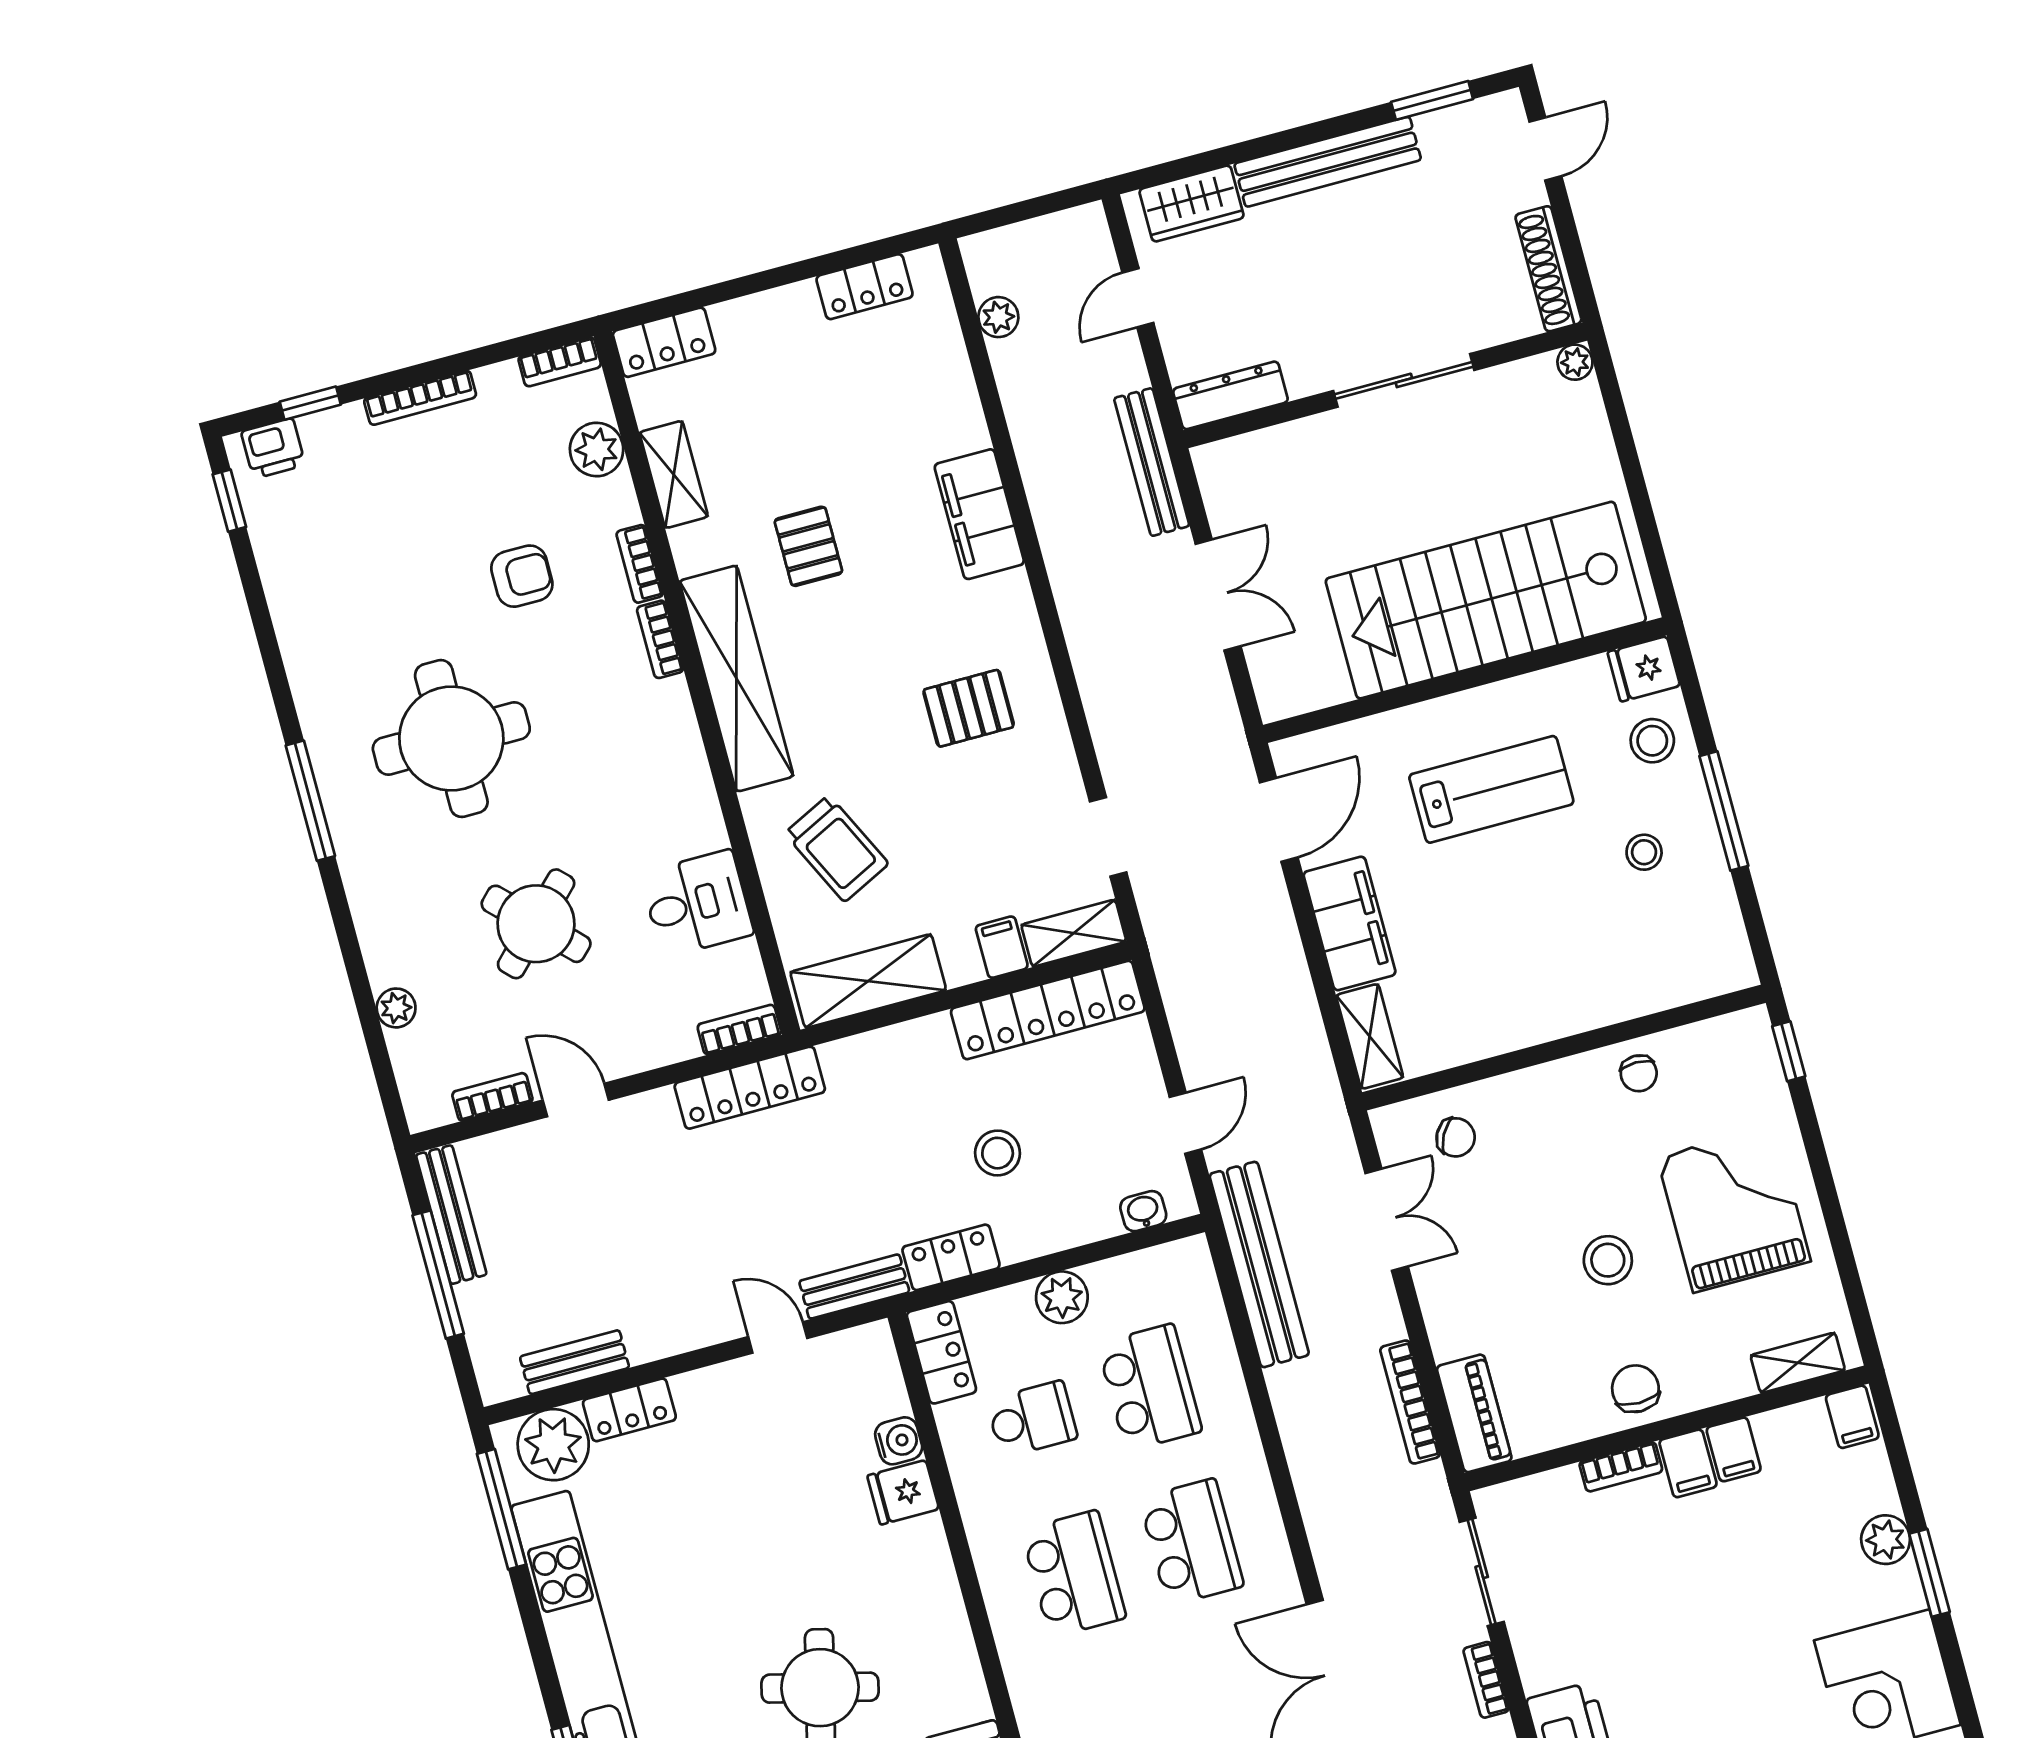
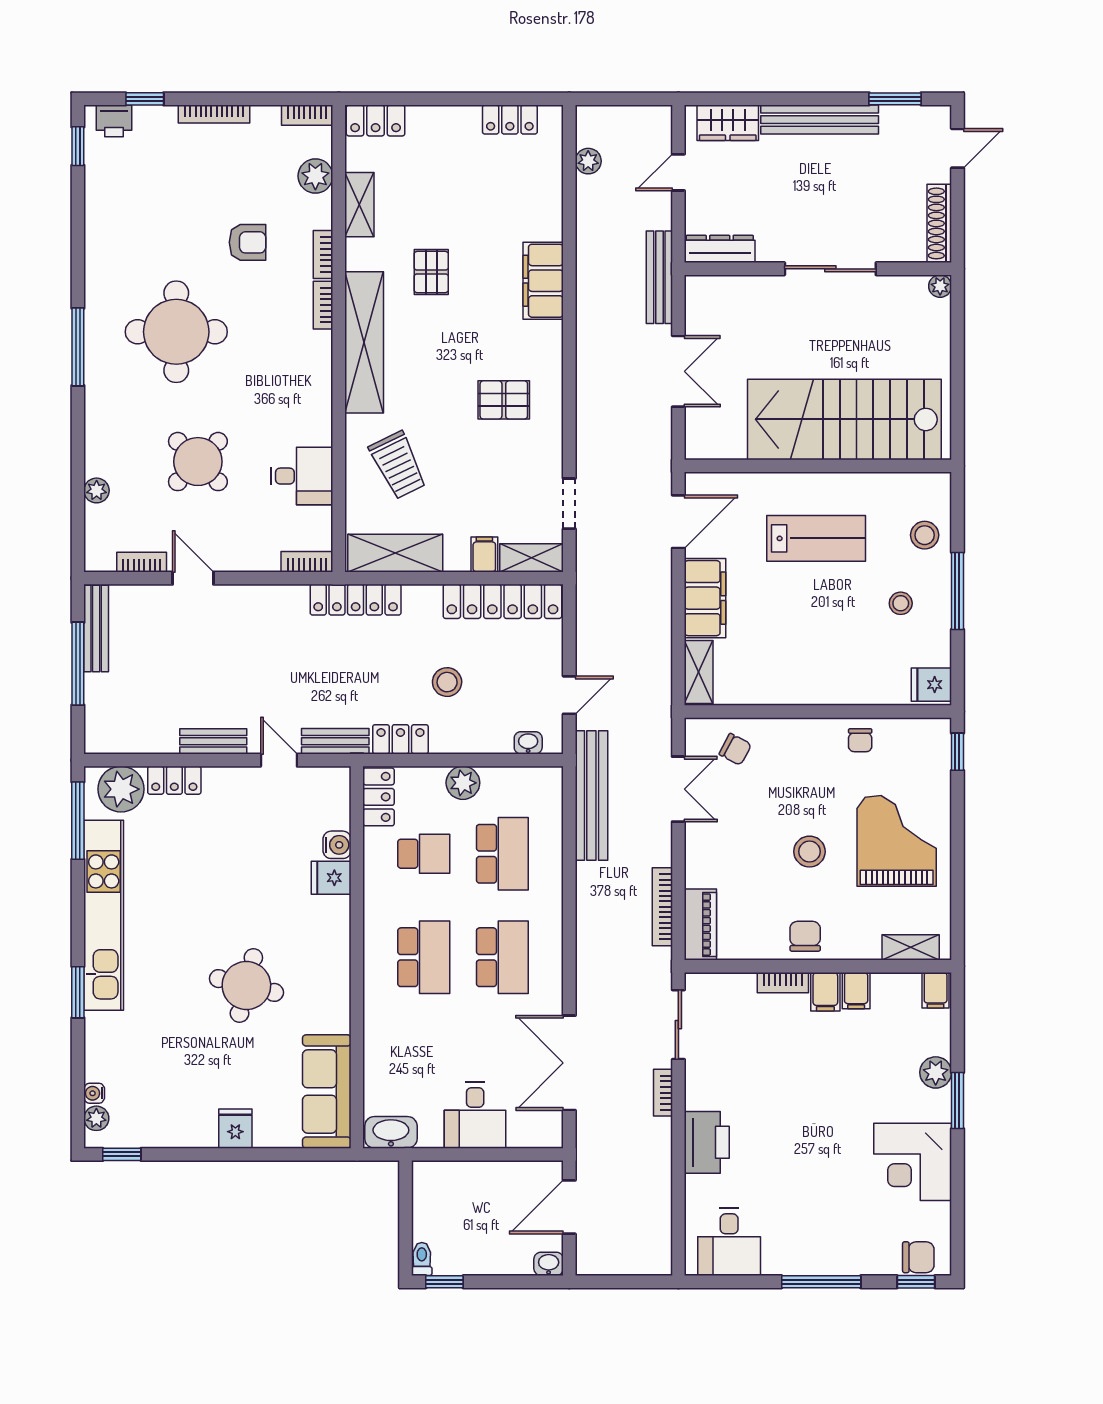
fridge: (1644, 669) -> (931, 685), moved
locker: (750, 1088) -> (356, 600), moved
bench: (575, 1362) -> (213, 741), moved

